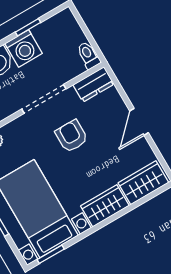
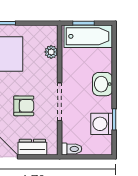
washing machine: (24, 48) -> (102, 124), moved
dresser: (94, 84) -> (32, 147), moved, turned 90

